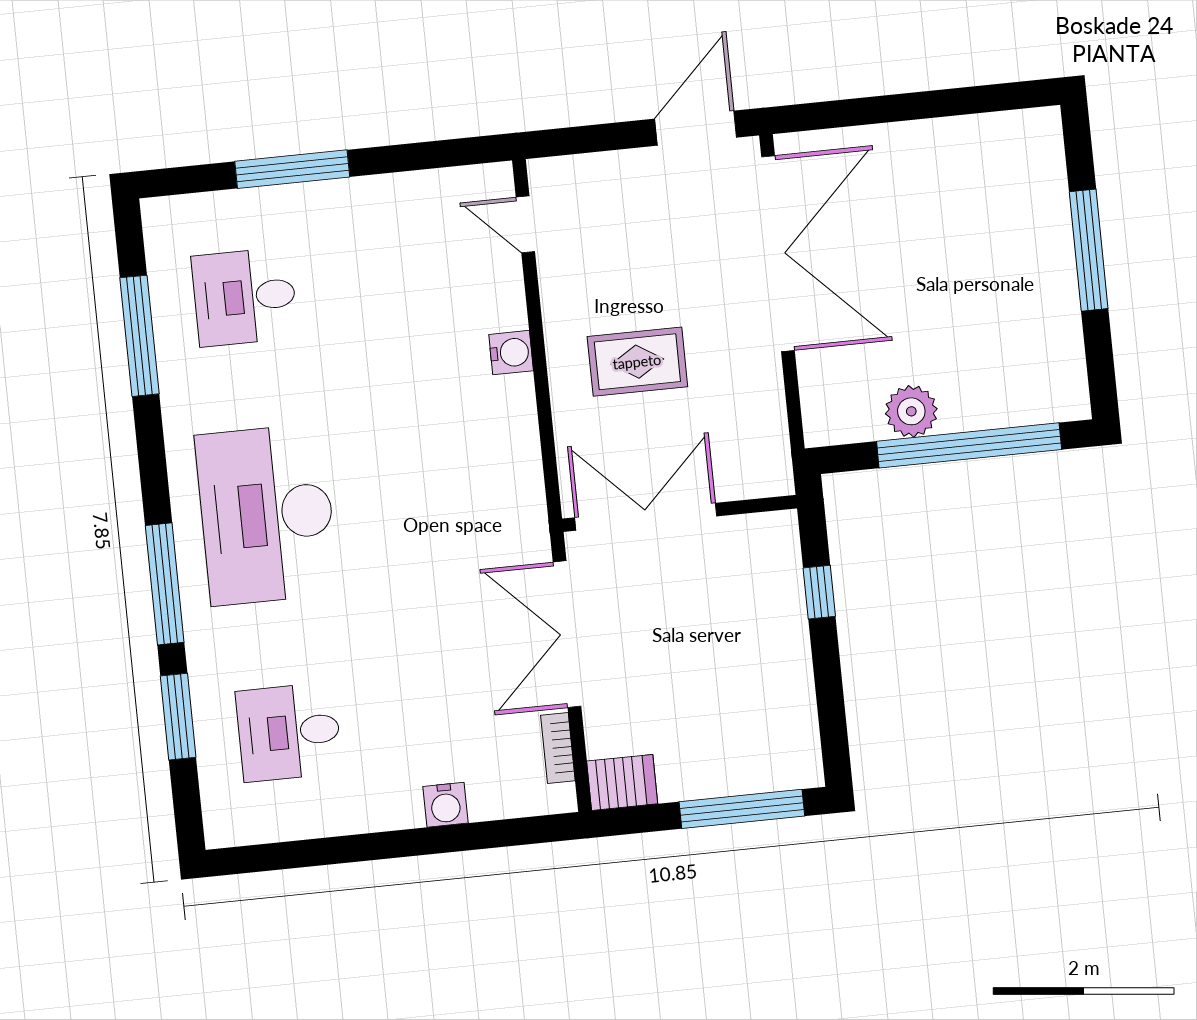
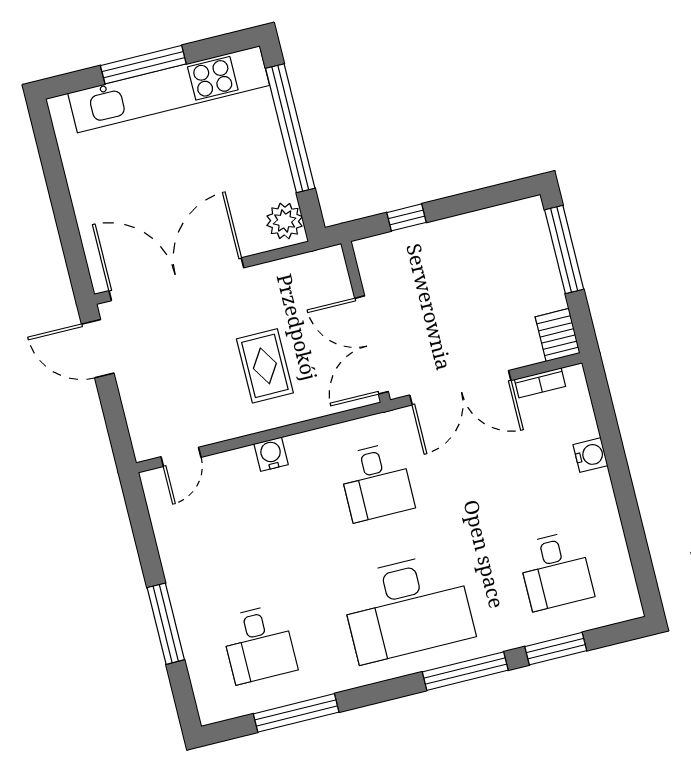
kitchen unit: (1049, 281) -> (169, 89), added
plant: (911, 411) -> (285, 221), moved
desk: (451, 496) -> (376, 482), added

